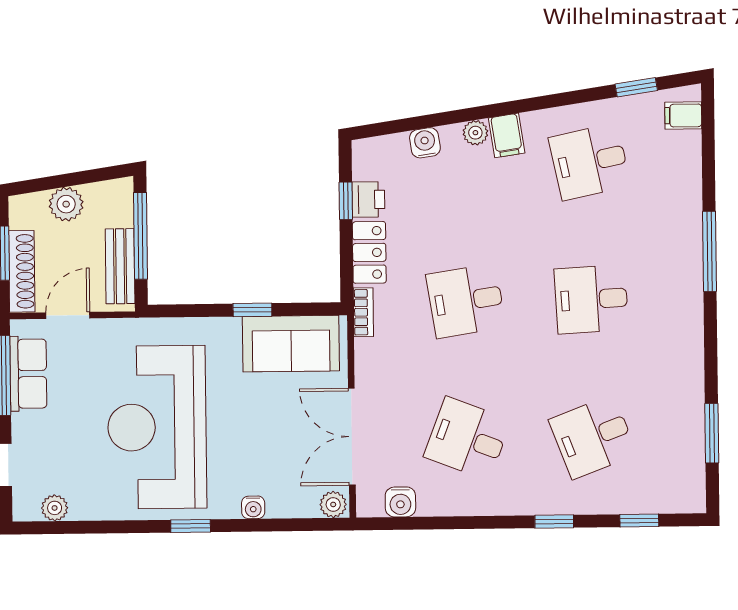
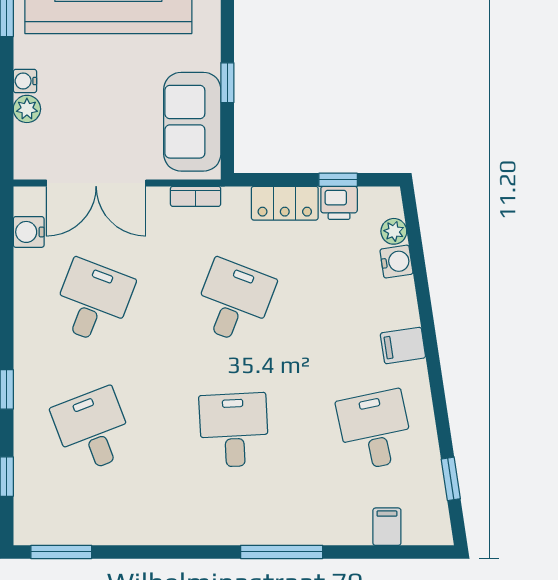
filing cabinet: (683, 115) -> (387, 527), moved
plant: (475, 133) -> (394, 231), moved
desk: (466, 301) -> (234, 302), turned 30
bookcase: (363, 312) -> (196, 196), moved
window: (712, 433) -> (61, 552), moved
double door: (352, 437) -> (96, 183), swing flipped
plant: (333, 504) -> (27, 109), moved

